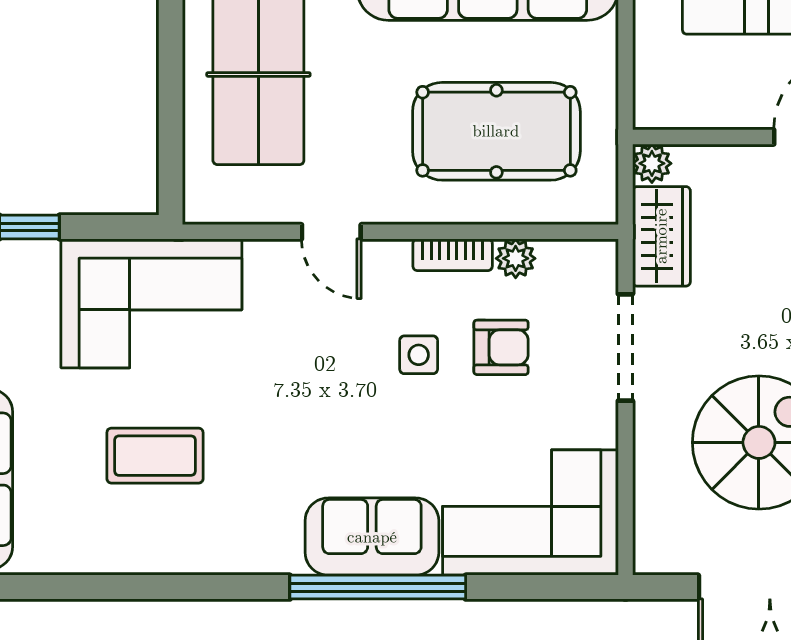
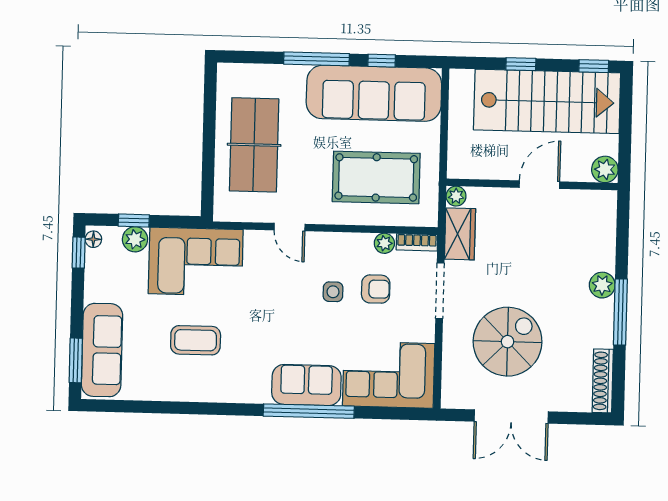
bookcase: (453, 255) -> (417, 242), moved
plant: (33, 263) -> (135, 239), added

